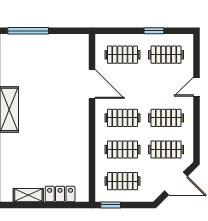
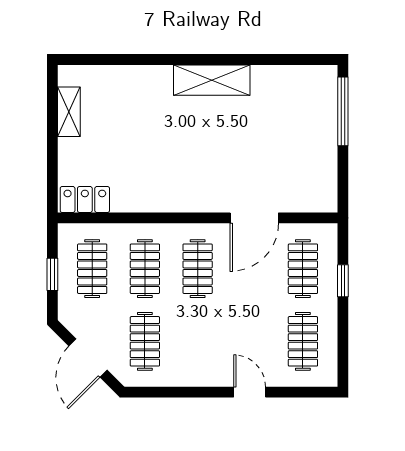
window: (154, 31) -> (343, 281), moved
clothes rail: (166, 118) -> (198, 341), removed
locker: (60, 194) -> (85, 200), moved, turned -90
window: (111, 205) -> (52, 274), moved

